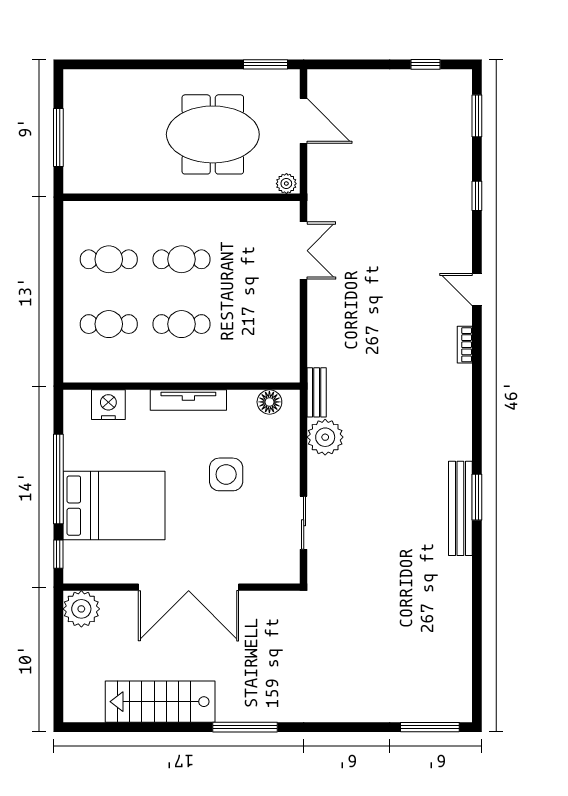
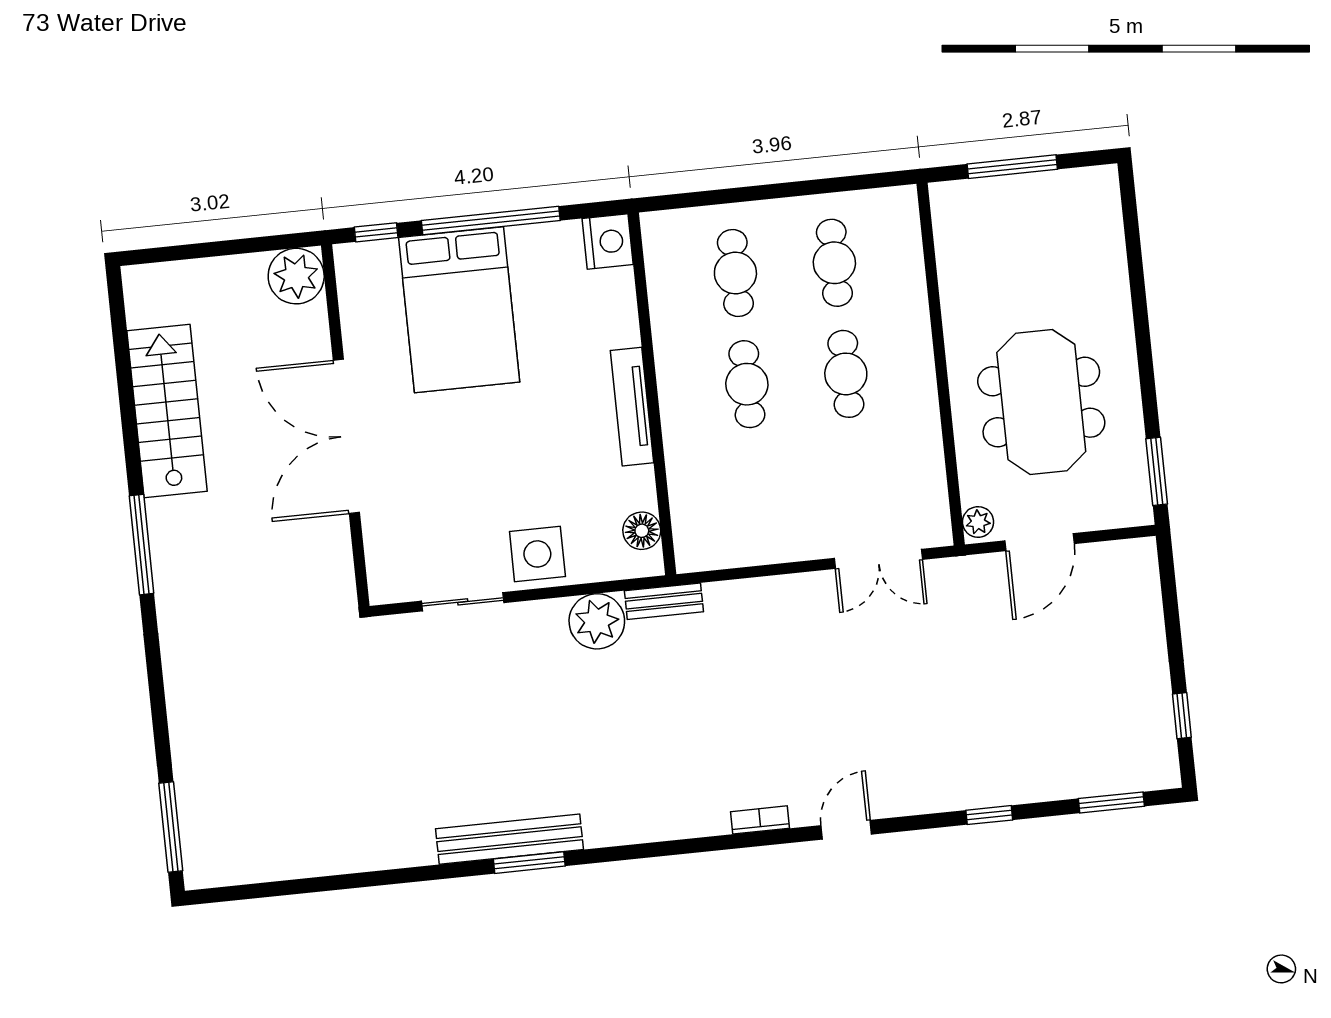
door: (304, 121) -> (1040, 542), moved
nightstand: (108, 405) -> (608, 242), moved
side table: (226, 474) -> (537, 554), moved

